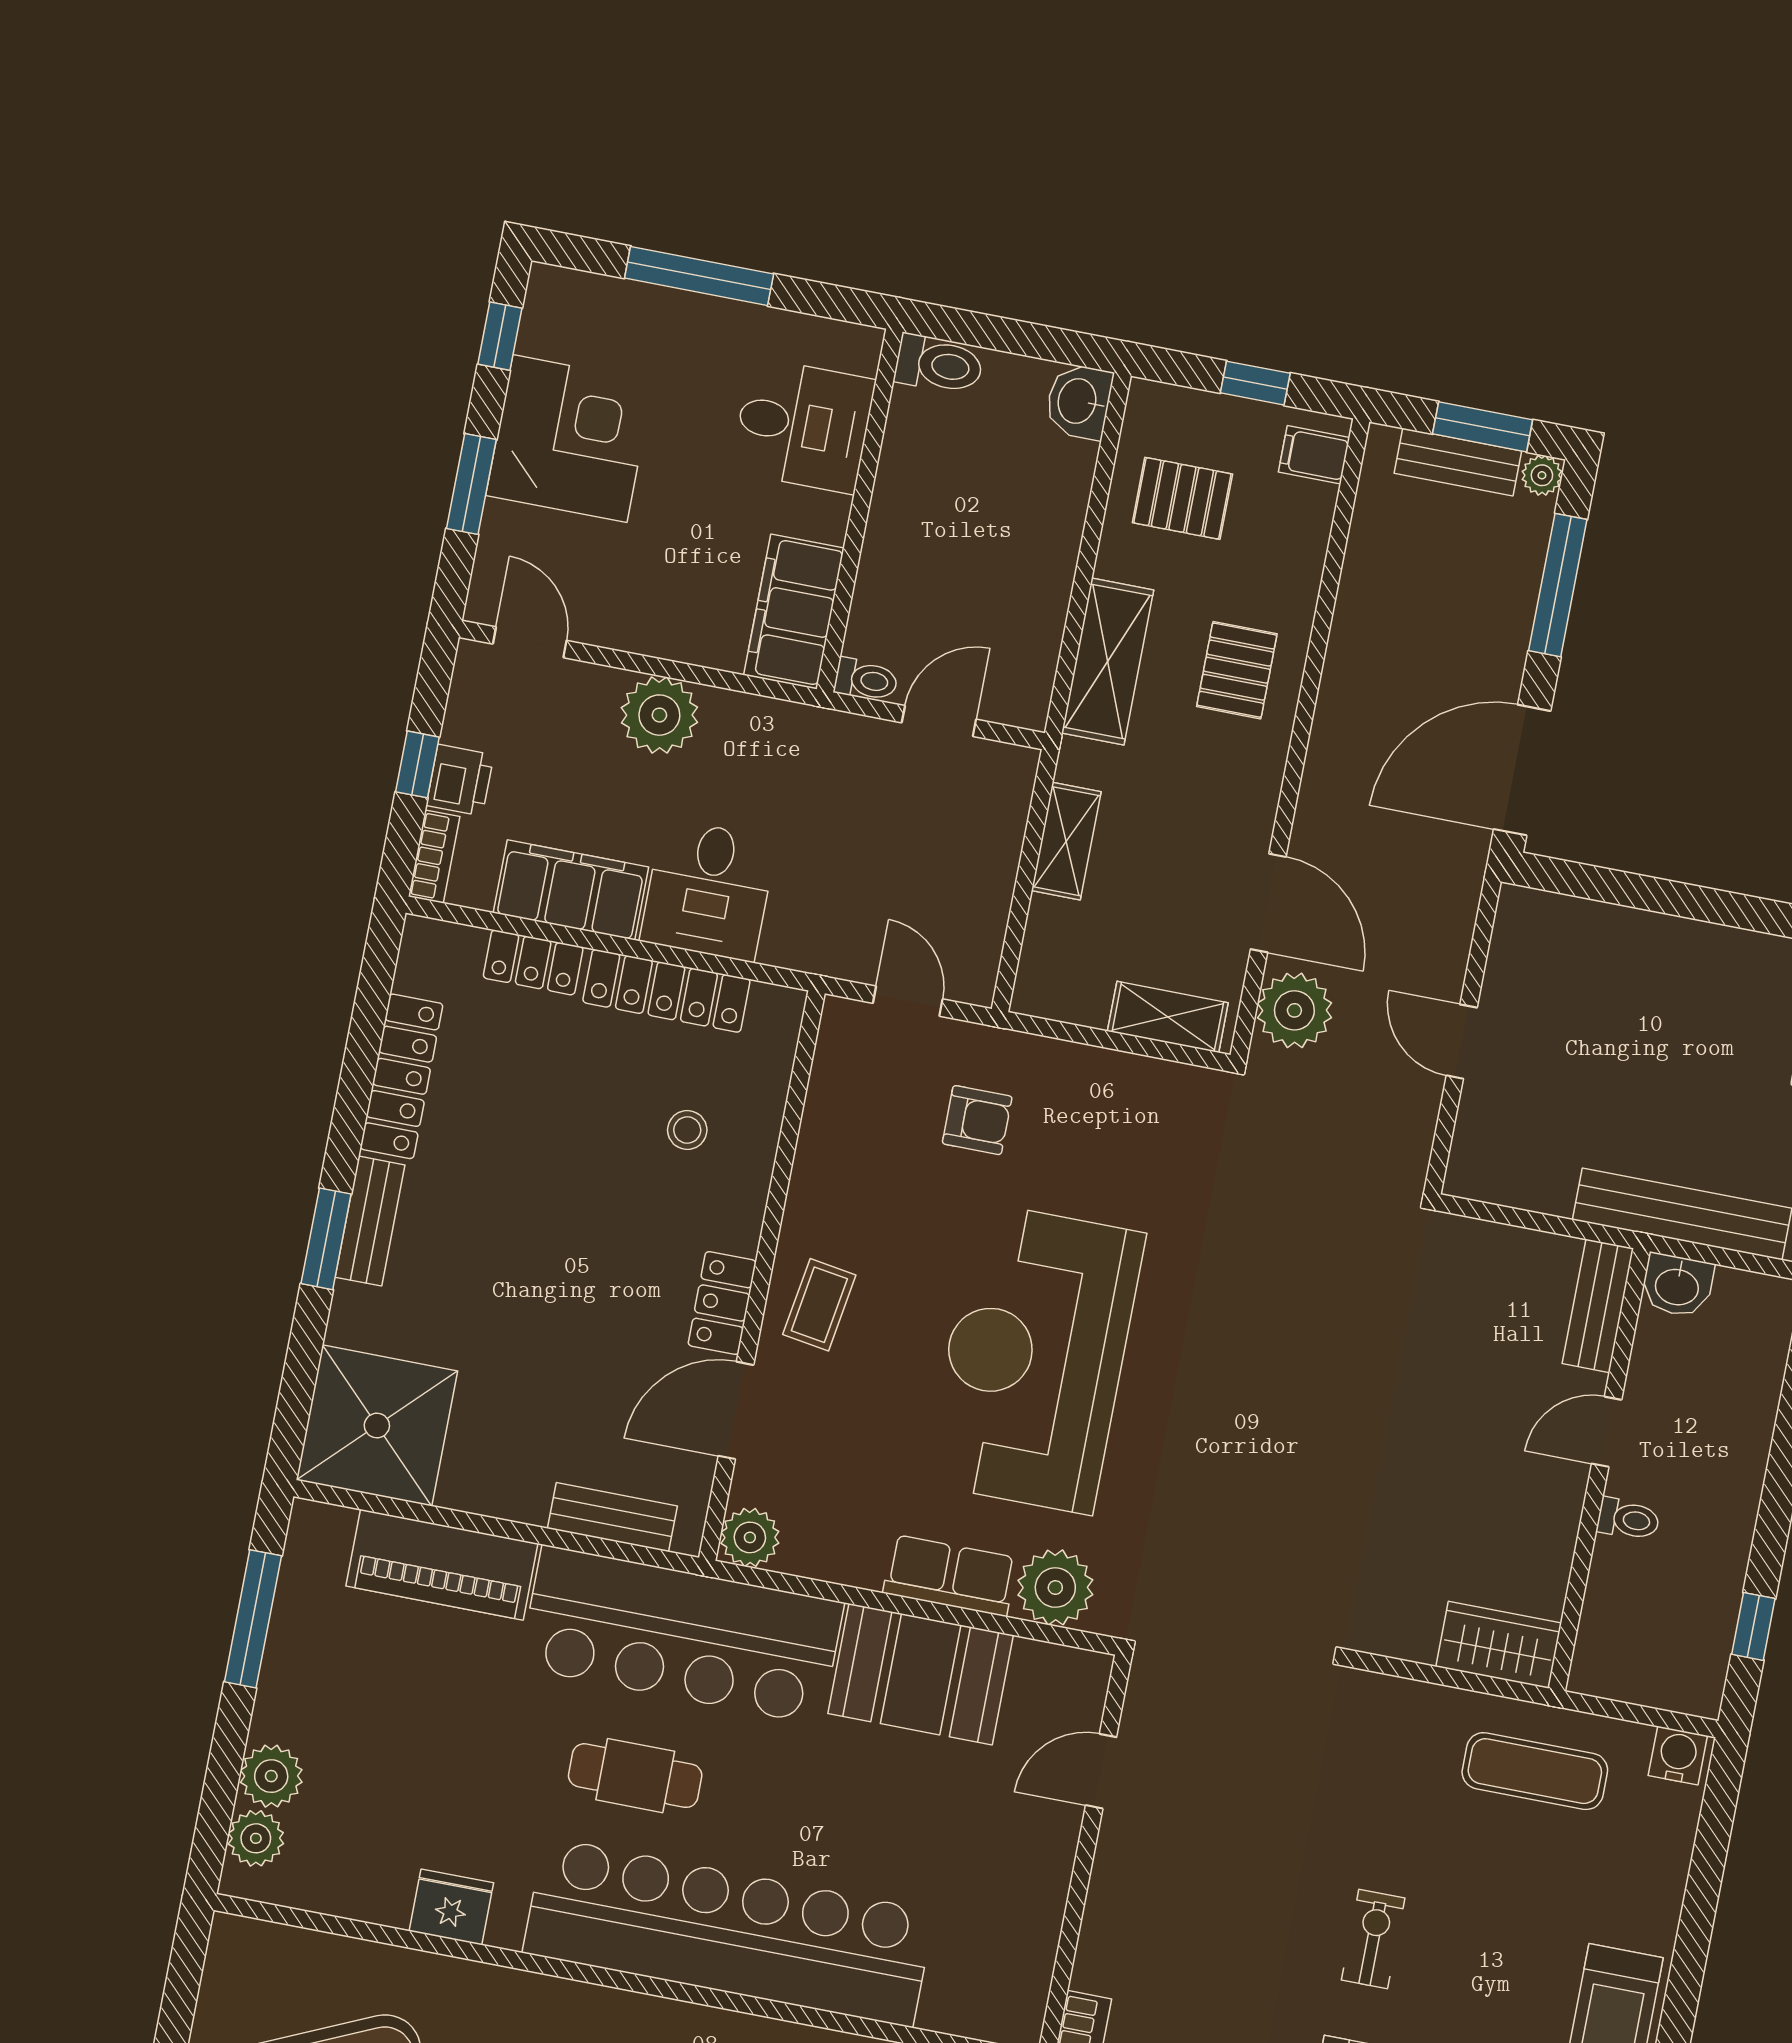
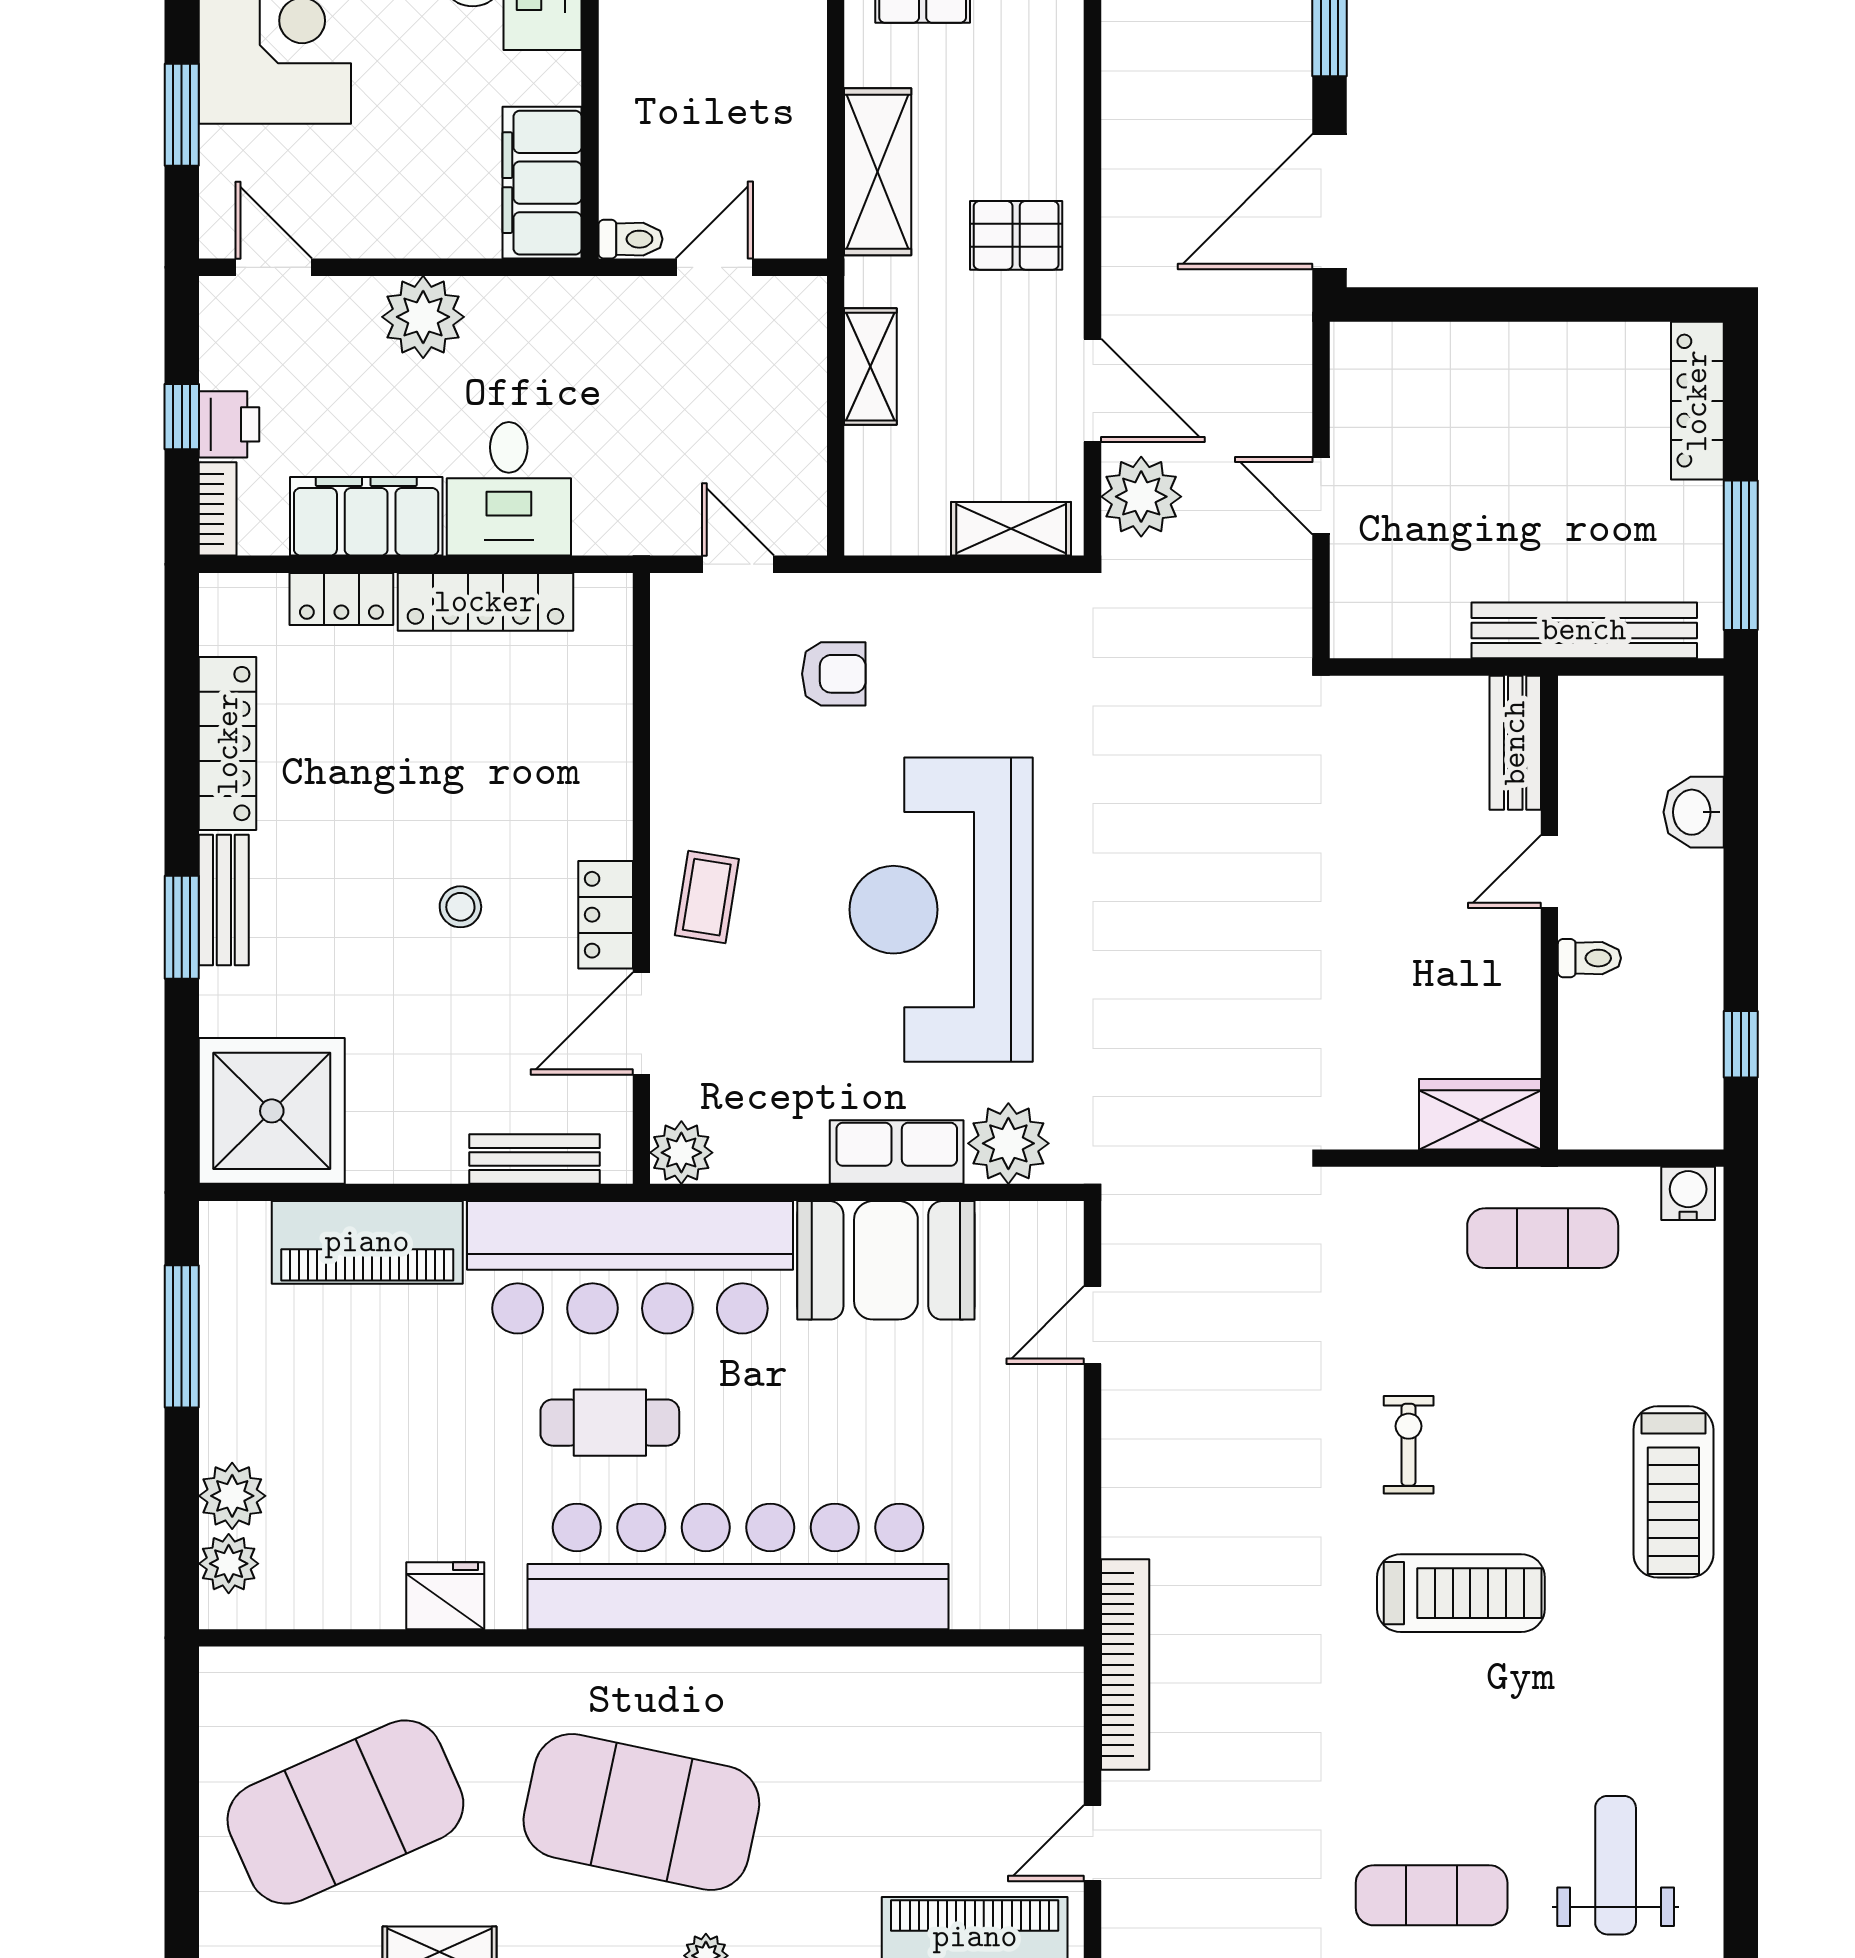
pallet: (1237, 670) -> (1016, 235), moved, turned 90
stool: (687, 1130) -> (460, 907), moved
washbasin: (1677, 1285) -> (1694, 812), moved, turned 90

